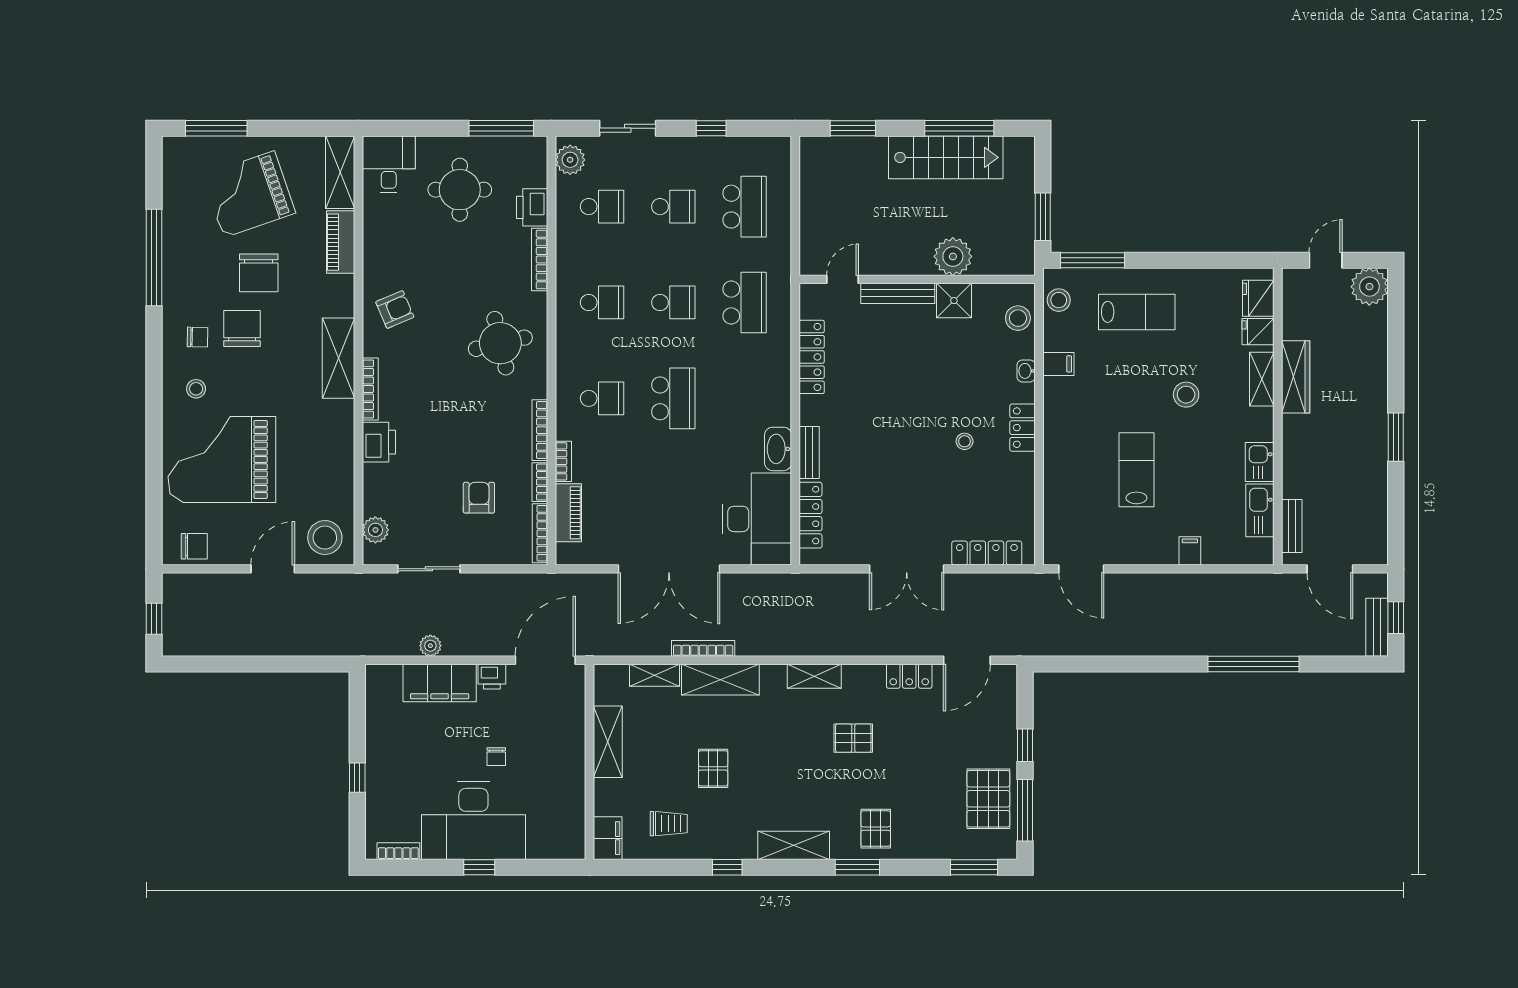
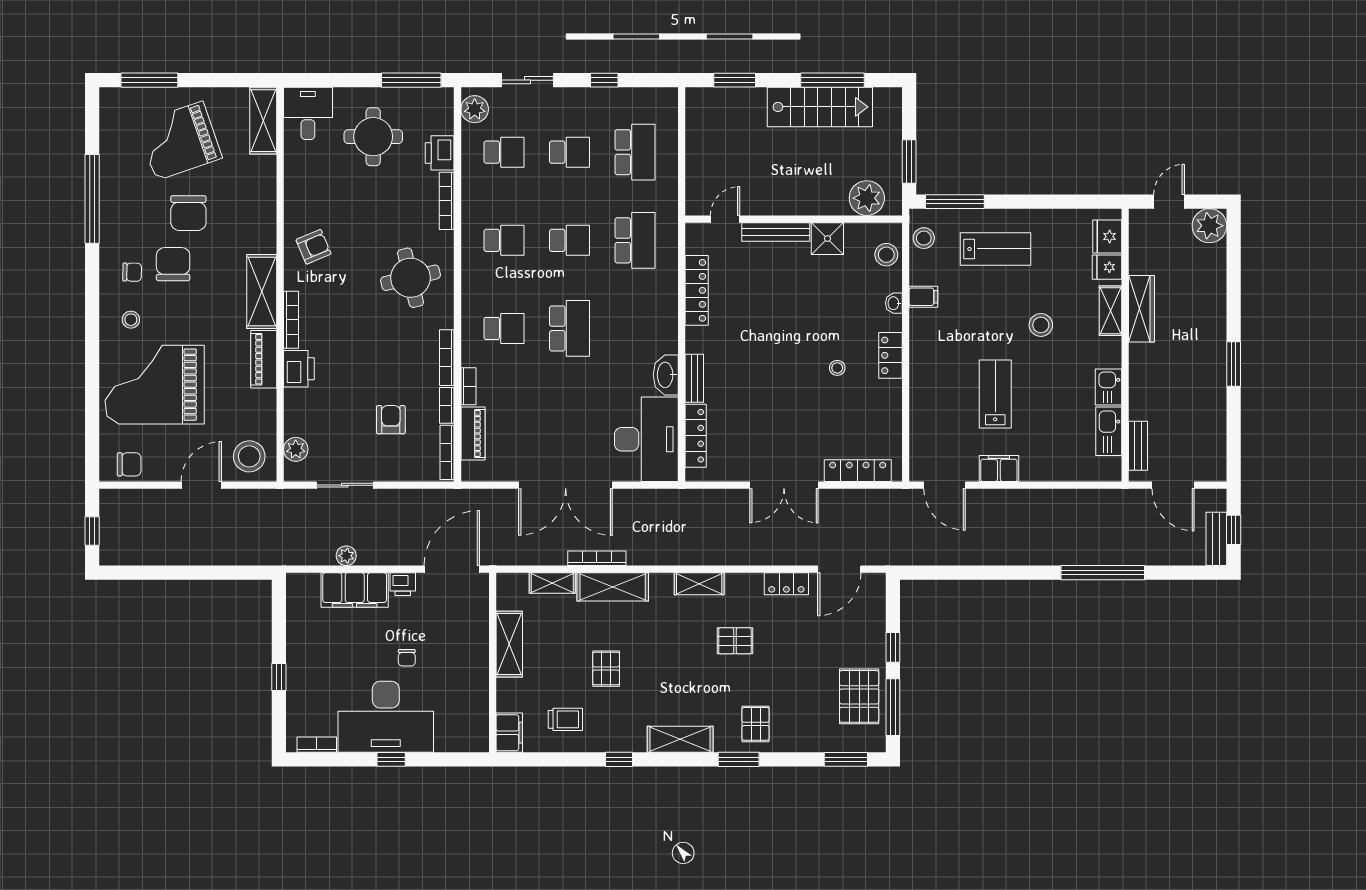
piano: (341, 242) -> (264, 359), moved
plant: (953, 256) -> (867, 198), moved
filing cabinet: (1190, 551) -> (999, 469), moved, width x2.00

